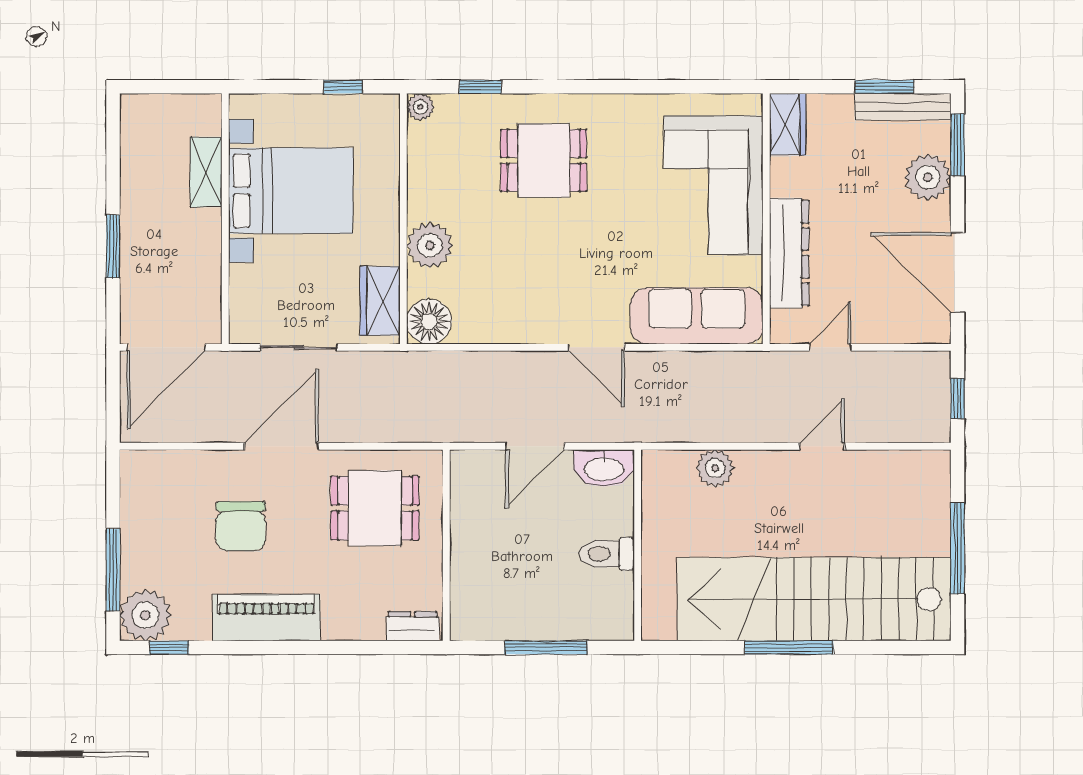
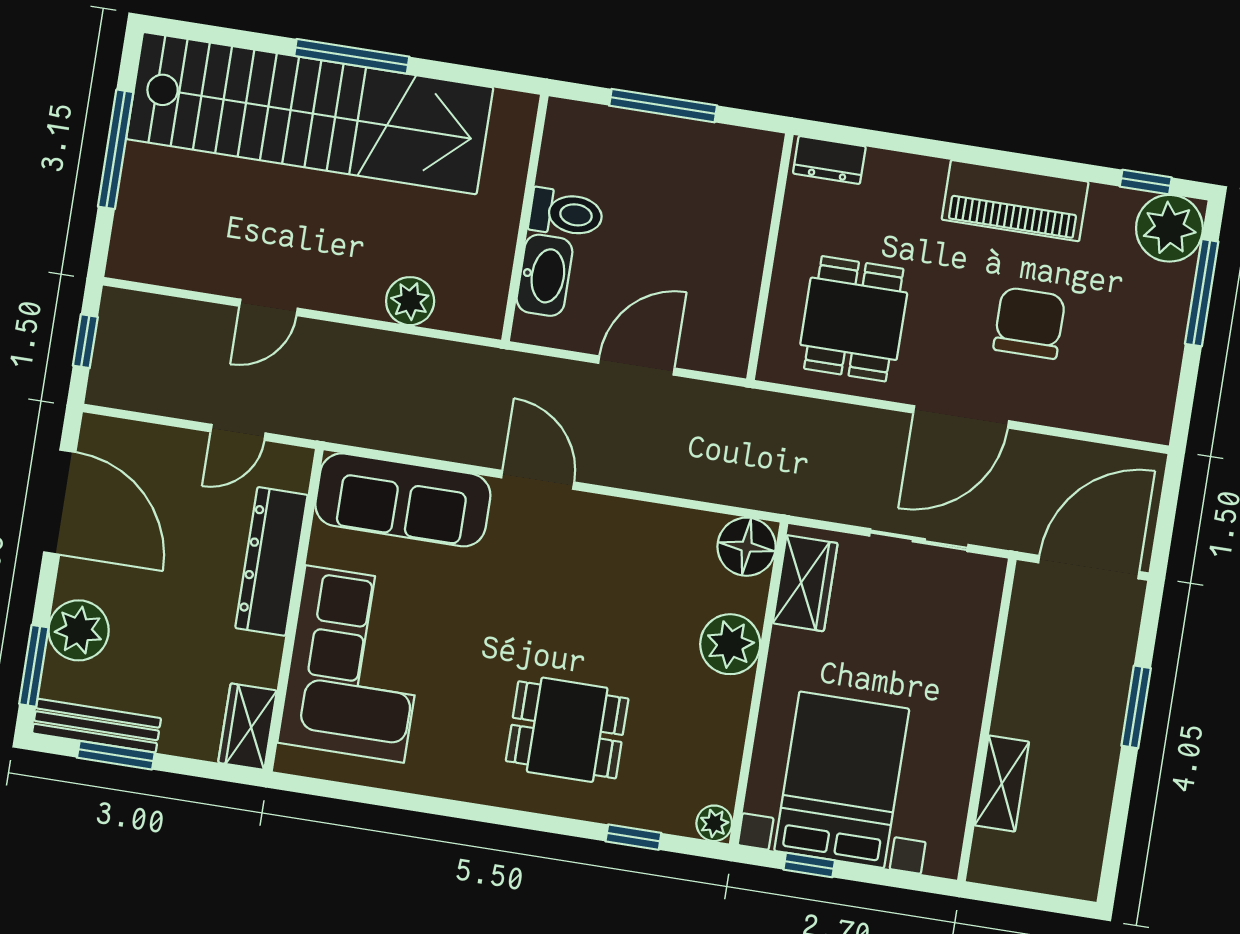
bed with nightstands: (291, 191) -> (842, 780), moved, turned 90
washbasin: (604, 468) -> (545, 275), moved, turned 90
dining table: (375, 508) -> (854, 319), turned 90

